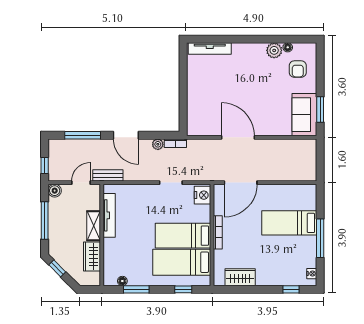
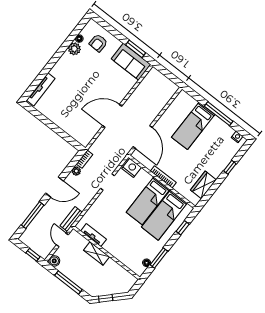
armchair: (298, 69) -> (98, 43), turned 92
tv unit: (109, 215) -> (94, 235), width x0.71
wardrobe: (92, 256) -> (115, 270), removed
window: (291, 289) -> (230, 167), moved

